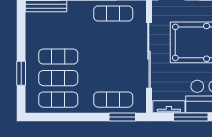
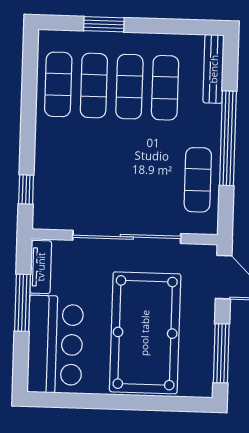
exercise mat: (113, 100) -> (165, 88), moved
window: (122, 117) -> (26, 189), width x0.67

